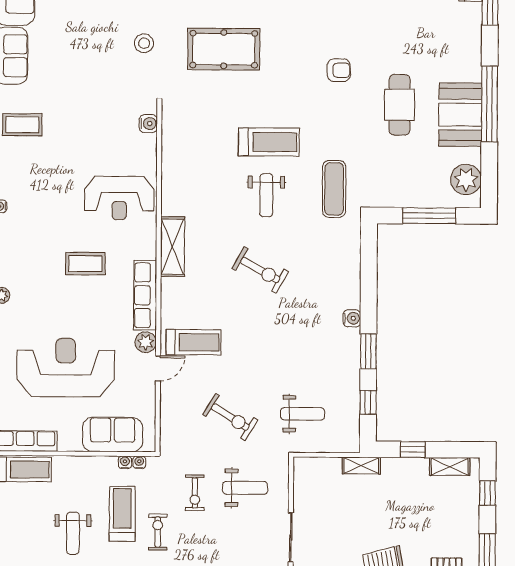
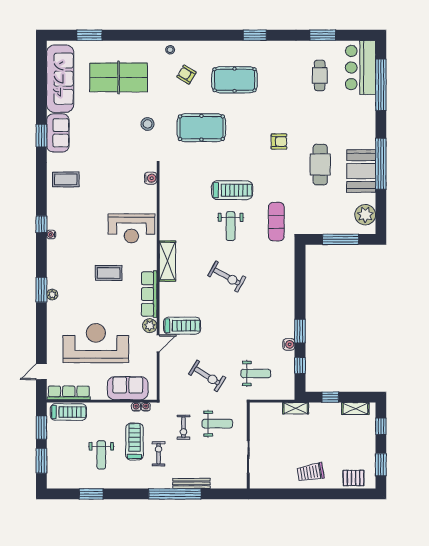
water cooler: (352, 318) -> (289, 344), moved

